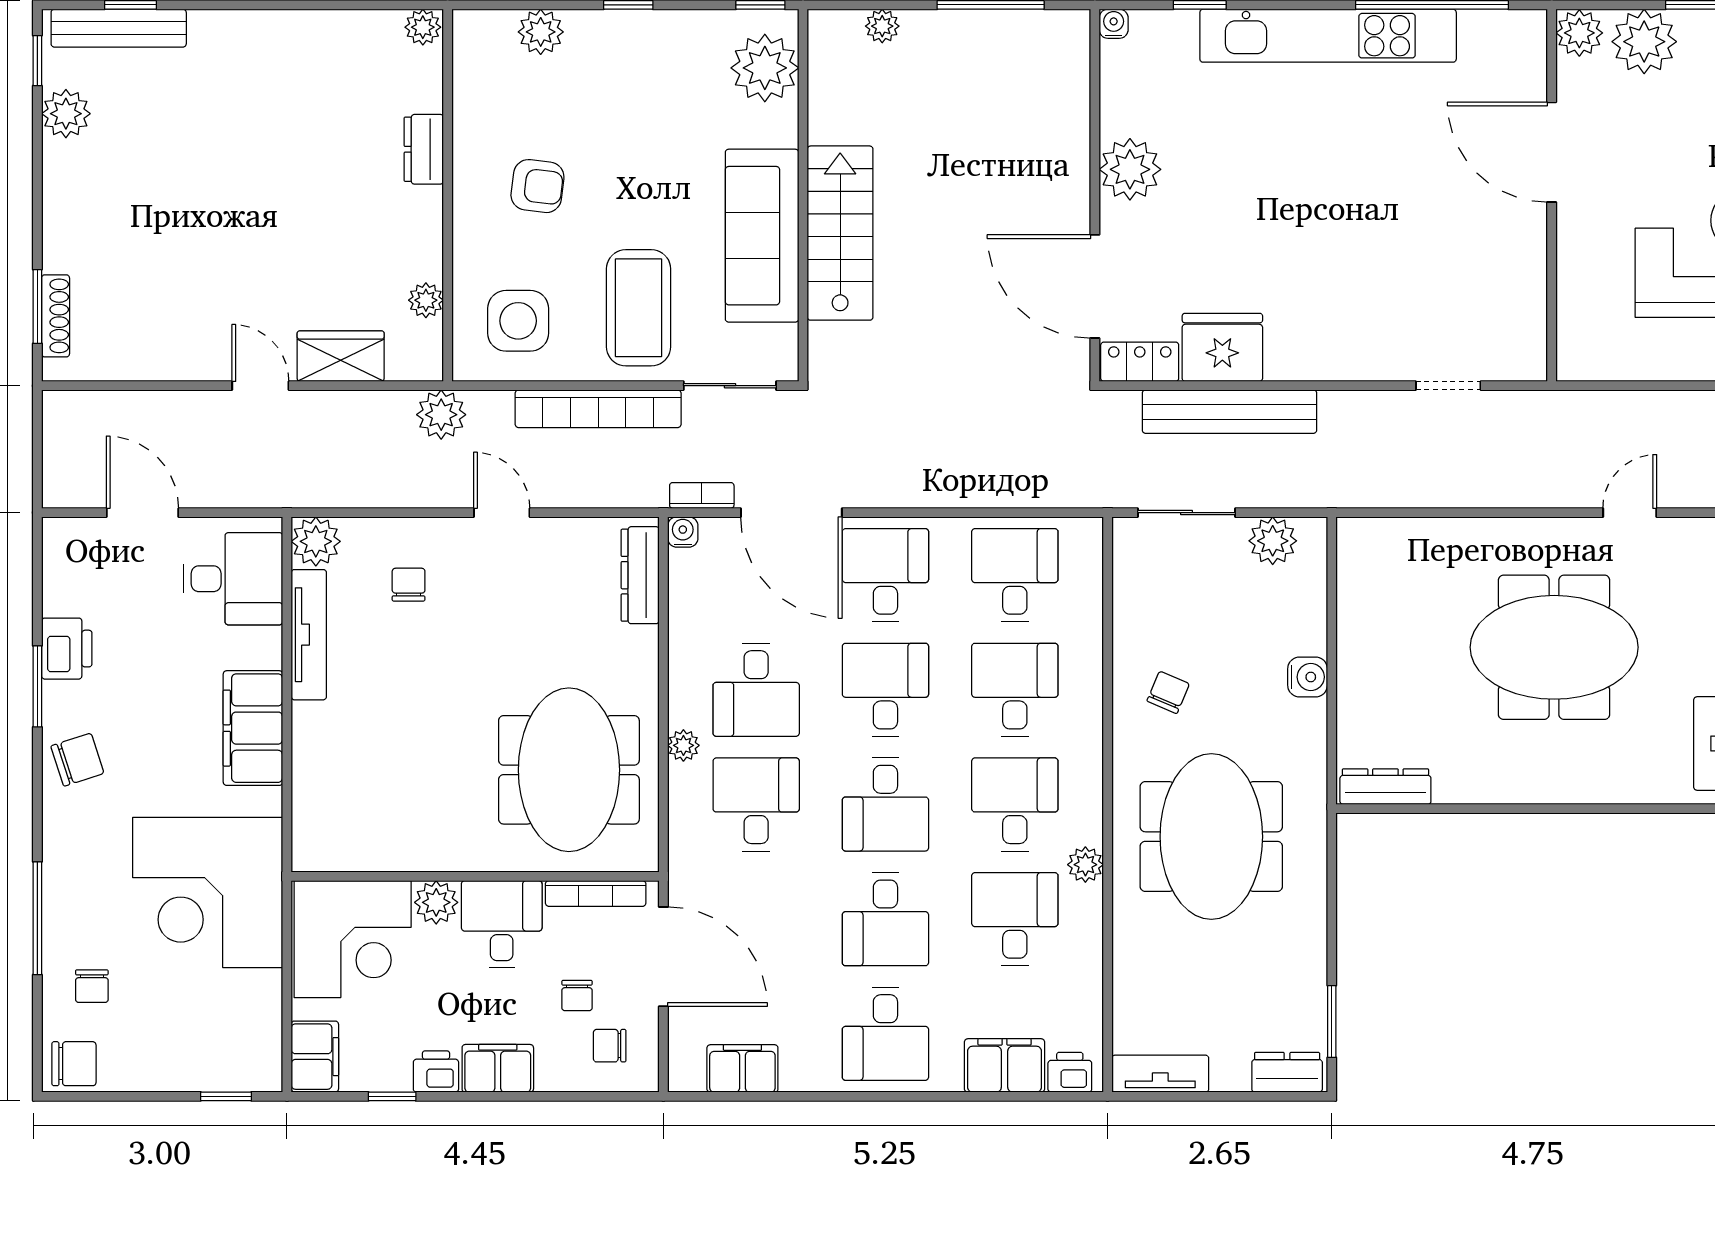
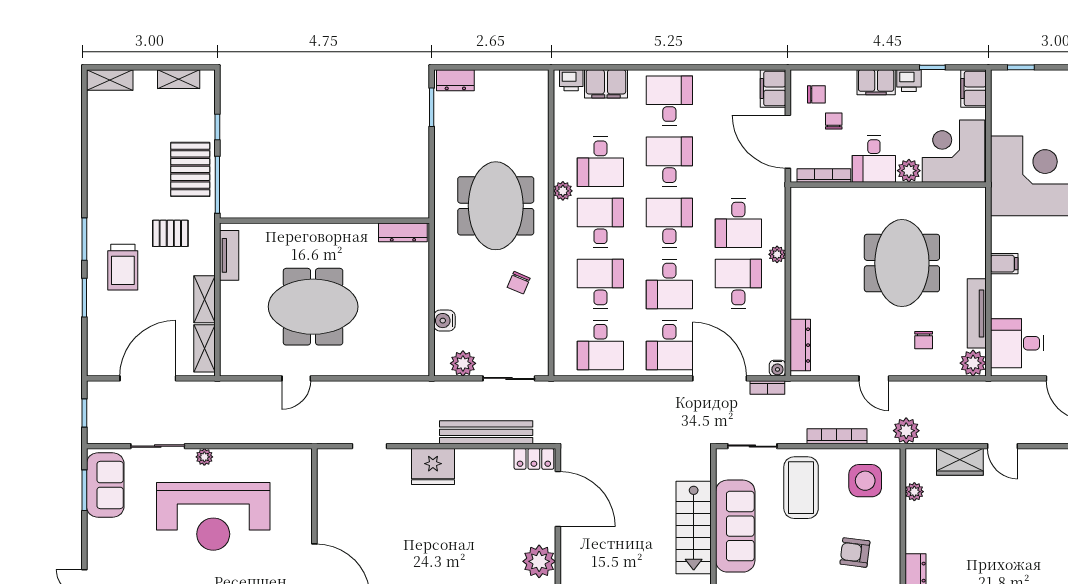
fridge: (1222, 347) -> (433, 467), moved
bookcase: (598, 409) -> (837, 436), width x0.68, depth x0.76
door: (1630, 513) -> (296, 378), moved
water cooler: (1308, 677) -> (444, 321), moved
desk: (1015, 690) -> (600, 284), turned 180
filing cabinet: (253, 728) -> (1004, 264), width x0.33, depth x0.86
meeting table: (569, 770) -> (902, 263), moved
desk: (1015, 804) -> (600, 223), turned 180
filing cabinet: (742, 1068) -> (773, 89), moved, turned 90
tv unit: (1160, 1074) -> (523, 79), removed

